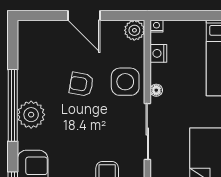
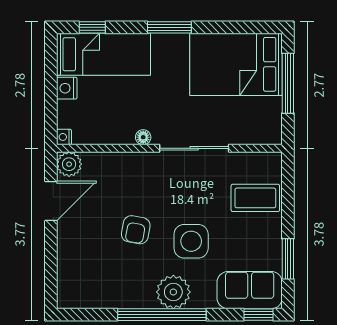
door: (84, 16) -> (51, 201), moved
nightstand: (158, 53) -> (67, 88), moved, turned 90
side table: (125, 82) -> (191, 241), moved

